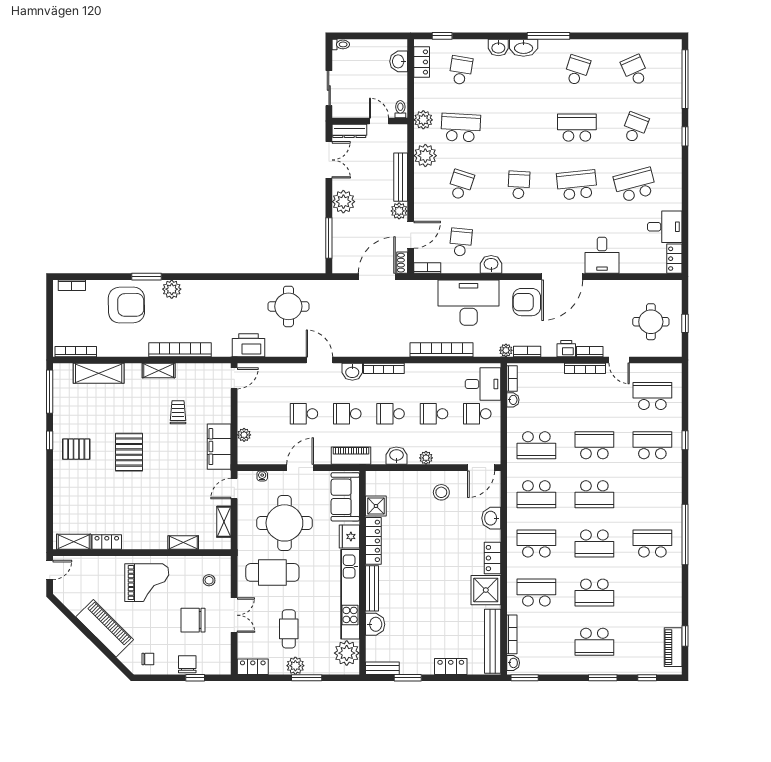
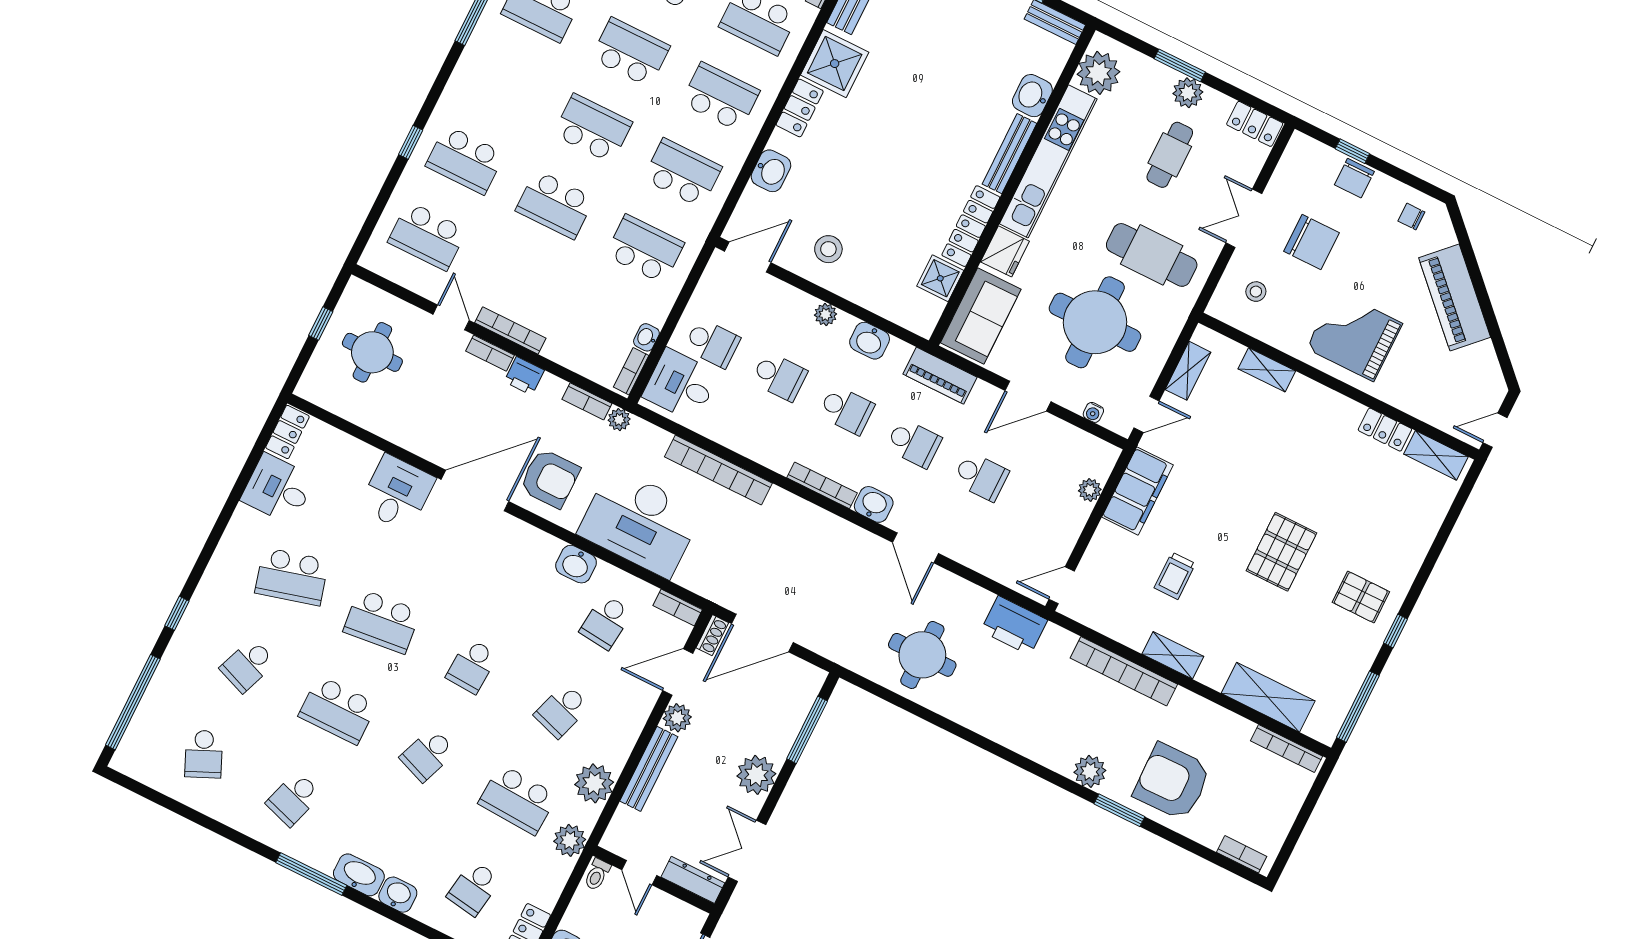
school desk: (519, 128) -> (428, 755), added
school desk: (536, 543) -> (720, 97), turned 180

